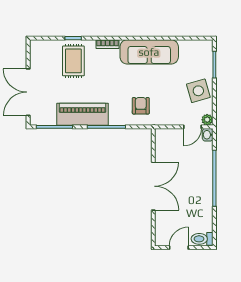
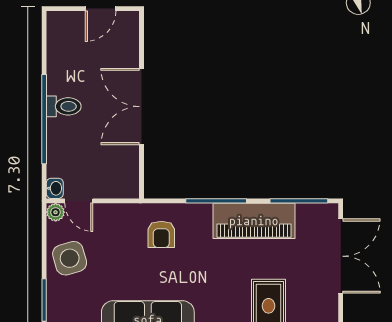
door: (193, 127) -> (79, 201), swing flipped
toilet: (202, 239) -> (64, 106), moved

